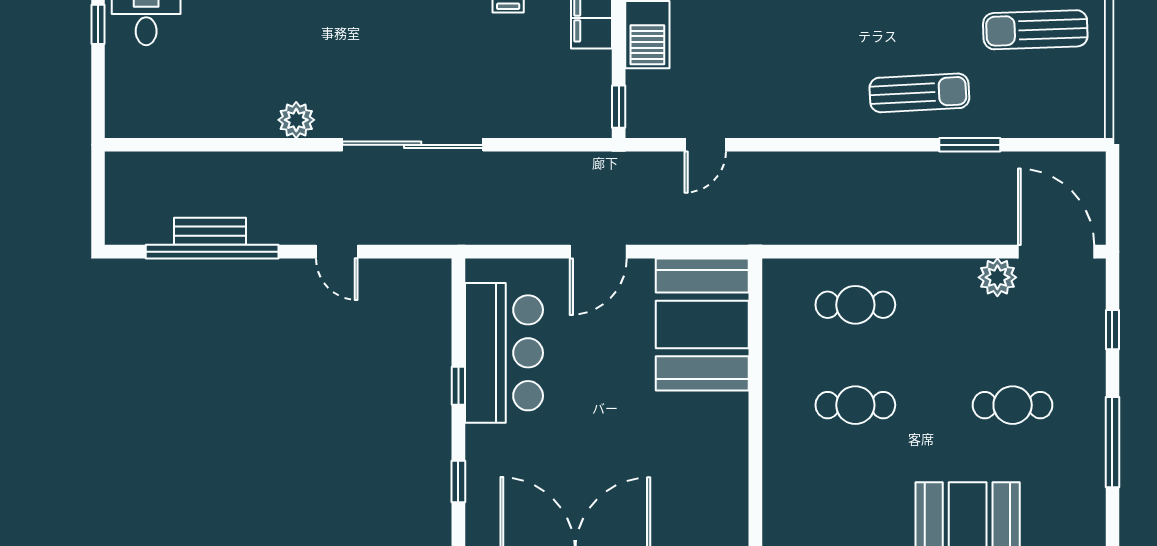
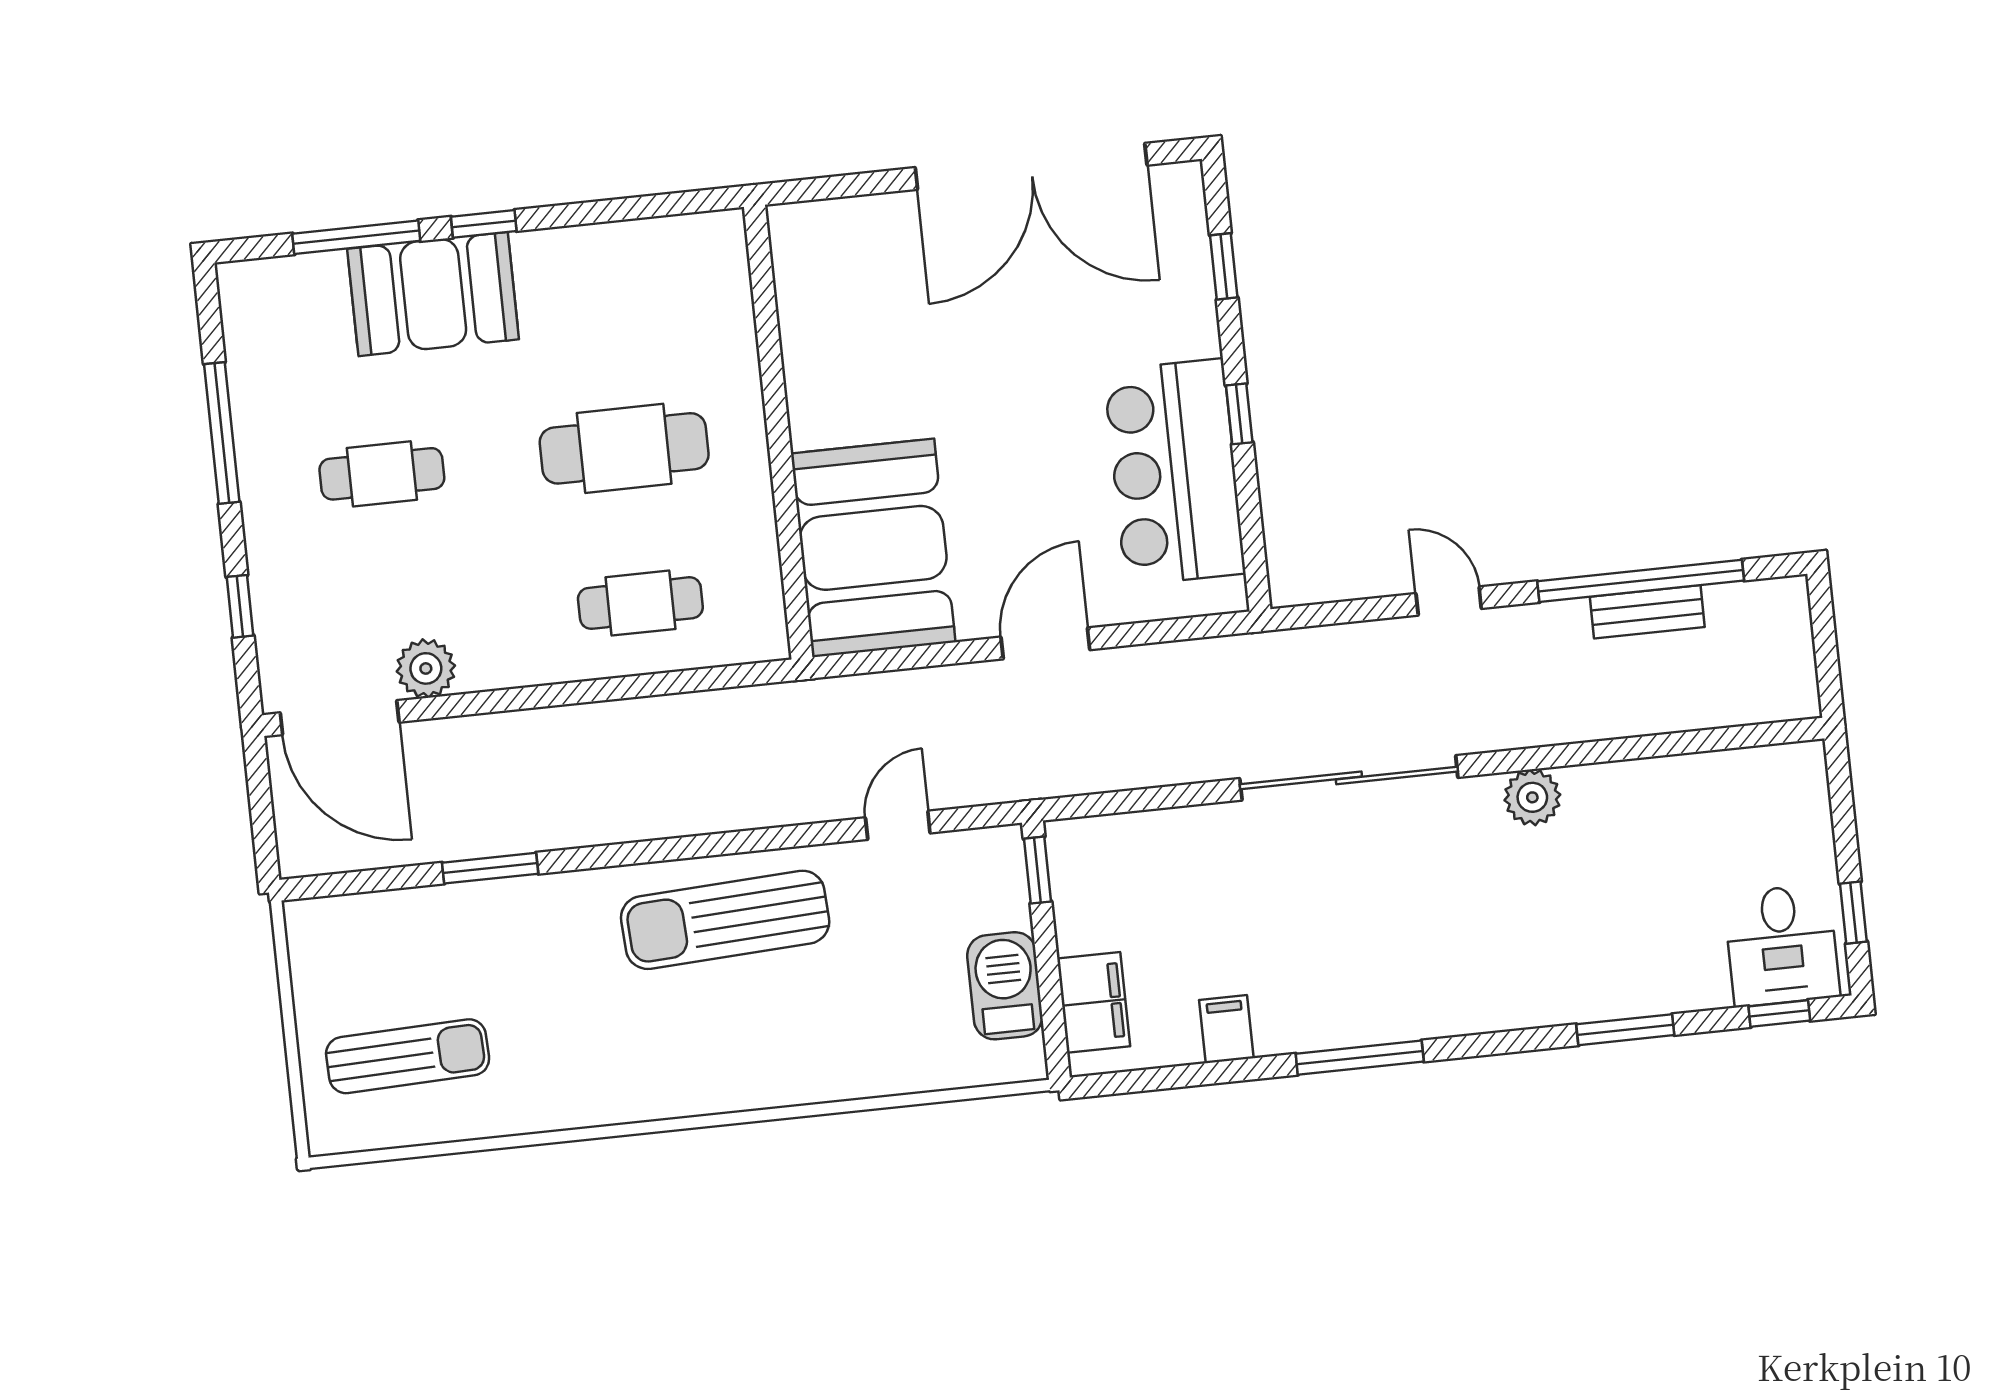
sun lounger: (919, 93) -> (725, 920), moved, width x1.36, depth x1.34
cafe table: (855, 405) -> (624, 448), width x1.37, depth x1.35

